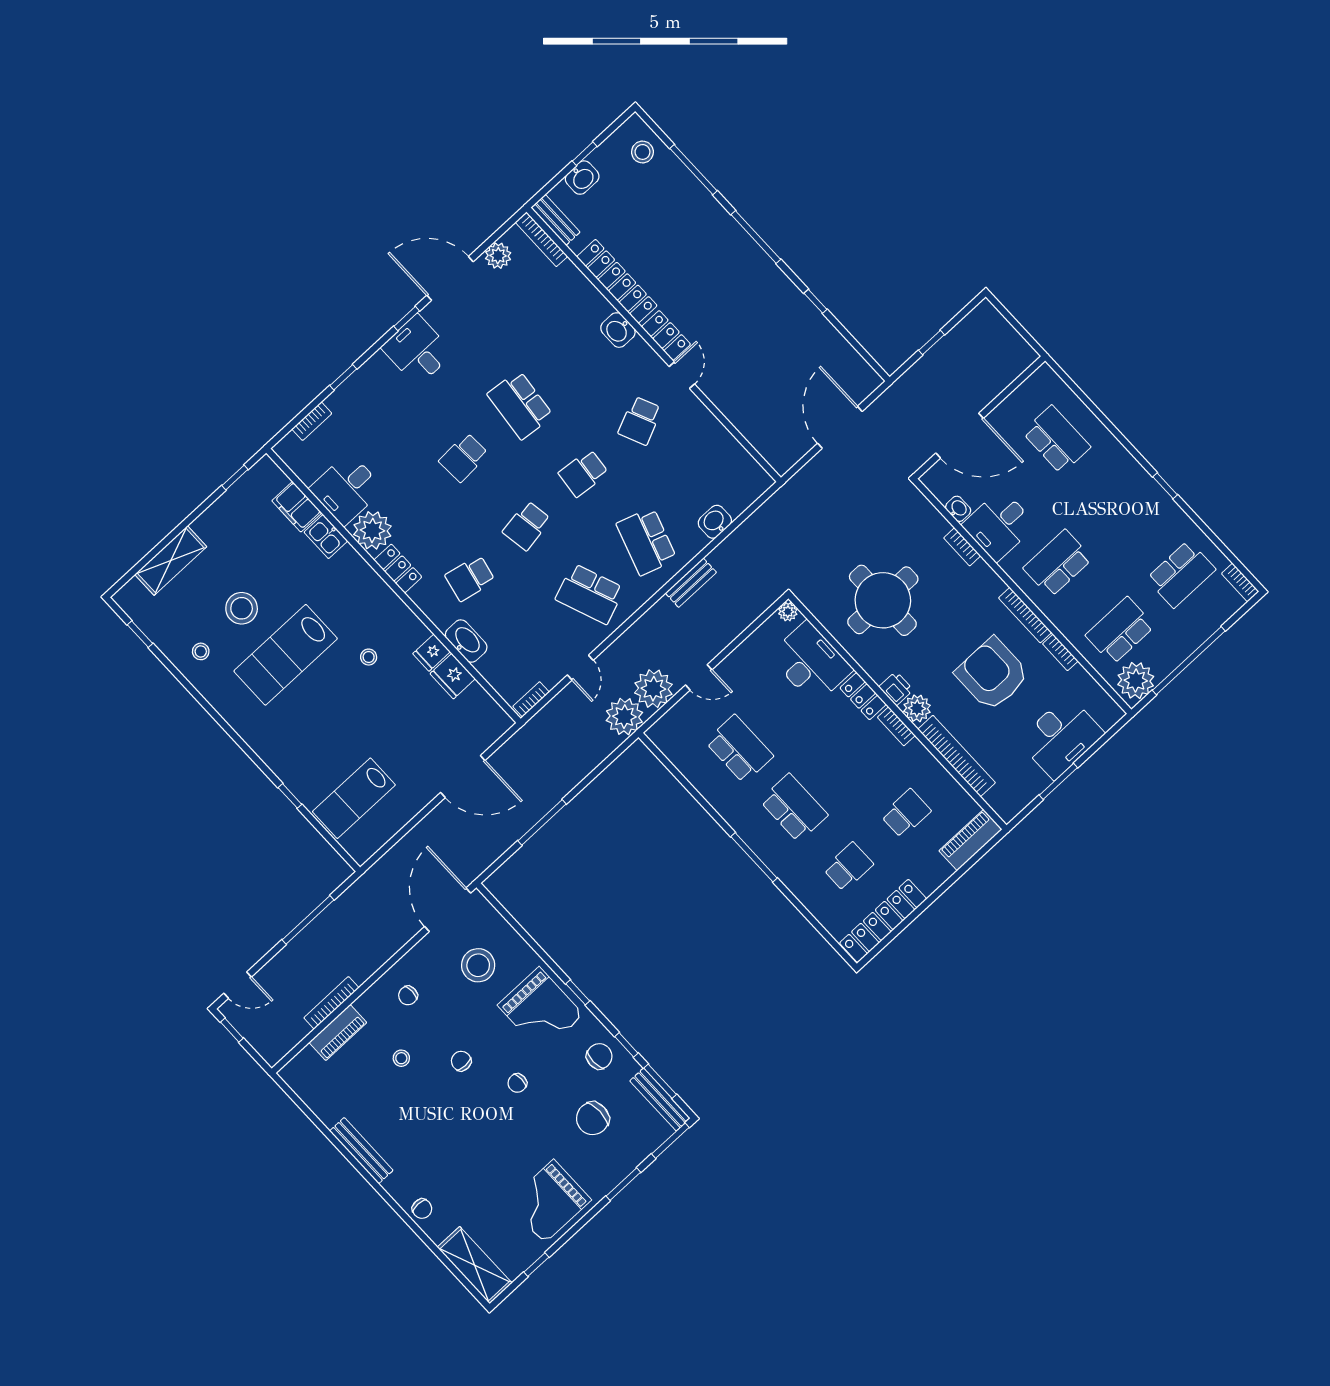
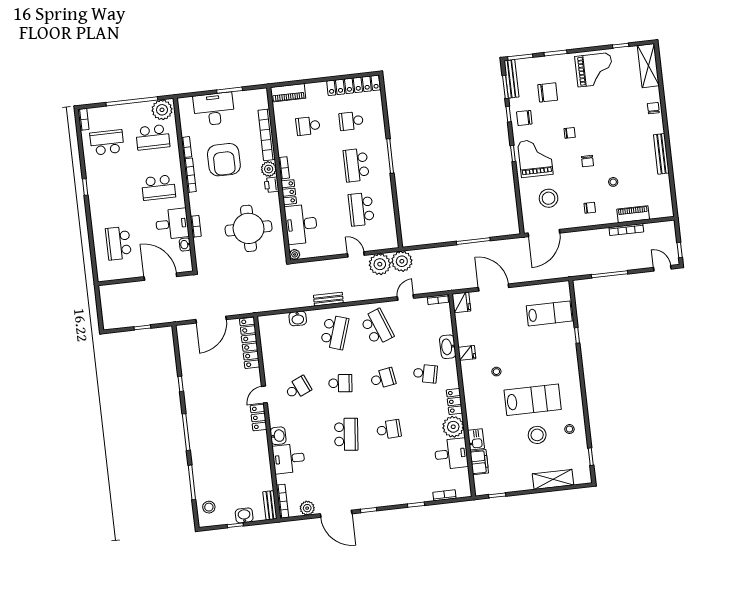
locker: (617, 281) -> (250, 343), moved
desk: (417, 350) -> (289, 459), moved, turned 90
fridge: (453, 676) -> (461, 302), moved

